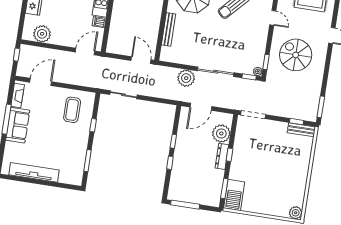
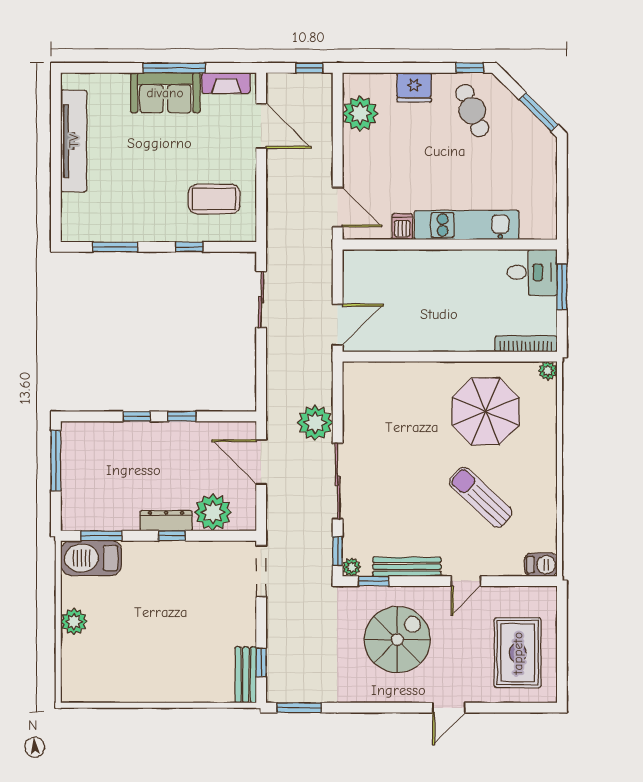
bench: (168, 29) -> (407, 567), moved
plant: (296, 213) -> (74, 622), moved

